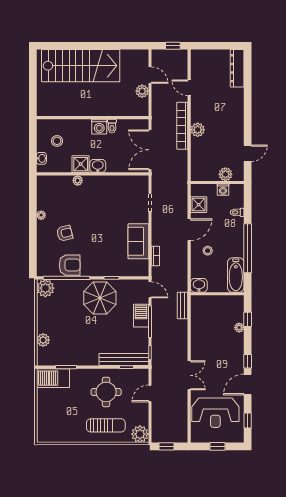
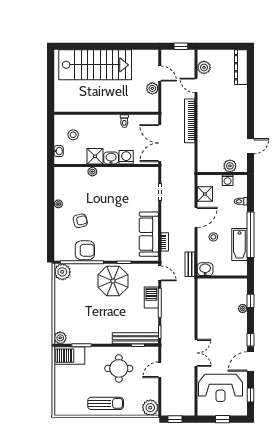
washing machine: (99, 127) -> (126, 157), moved, turned 180
plant: (198, 130) -> (204, 67), moved
sofa: (138, 241) -> (149, 234), width x1.36
bathtub: (236, 275) -> (239, 245), moved
bench: (183, 305) -> (190, 264), moved
plant: (43, 340) -> (60, 338), moved
sun lounger: (106, 425) -> (106, 403), moved

